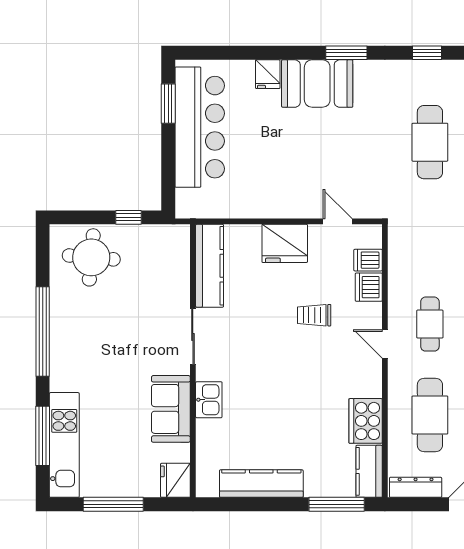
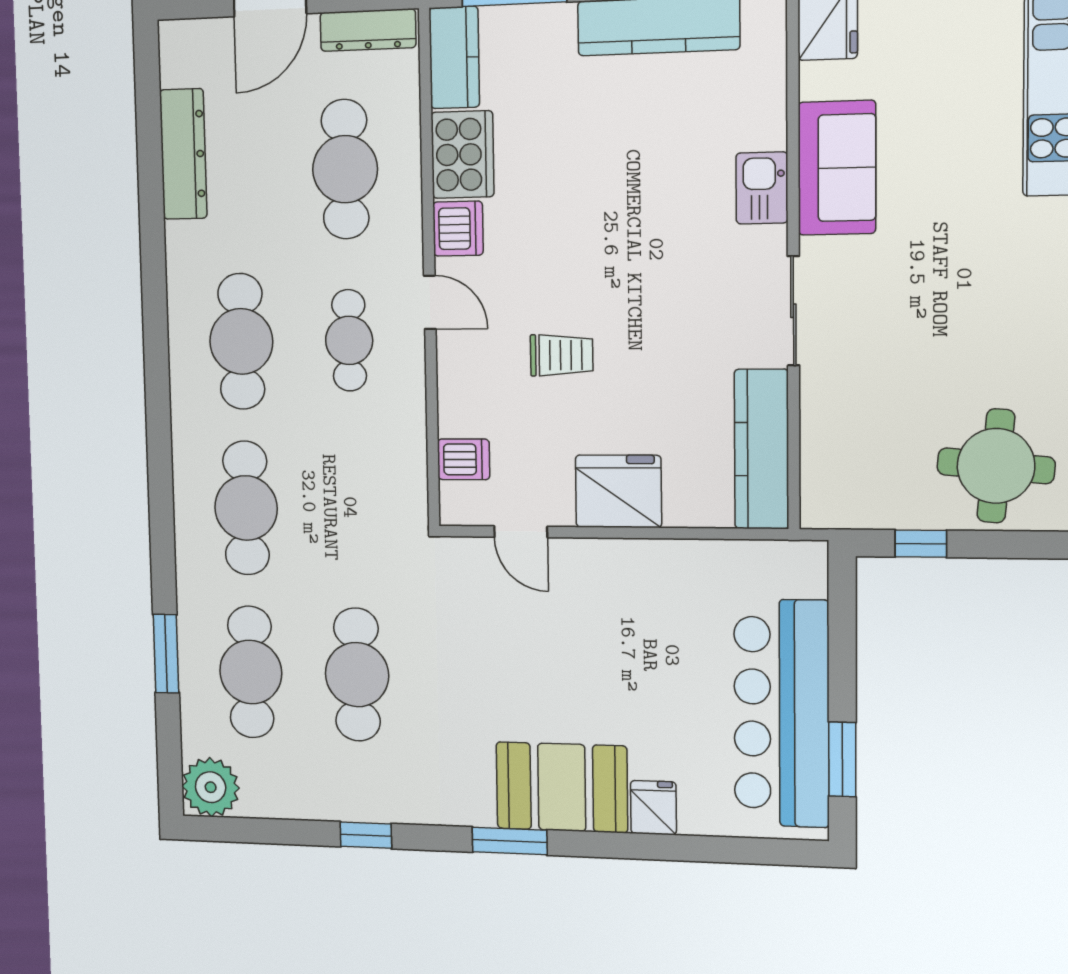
dishwasher: (369, 287) -> (458, 229), moved

